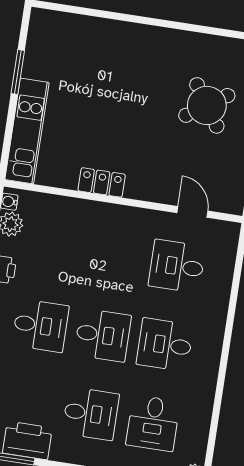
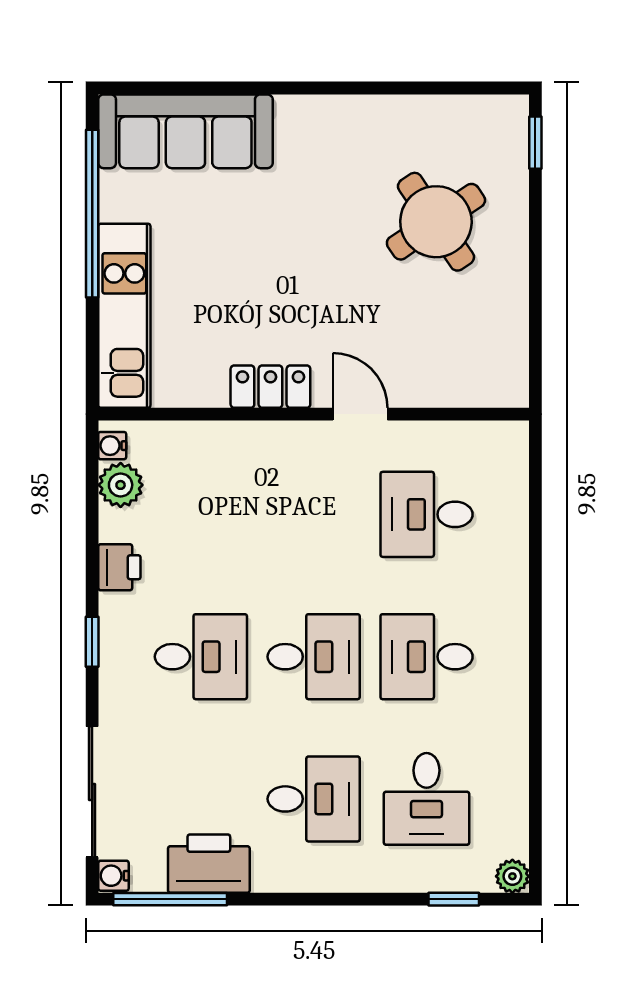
sofa: (76, 34) -> (185, 131), added
window: (18, 72) -> (92, 214), width x2.11
door: (192, 212) -> (360, 414), moved

